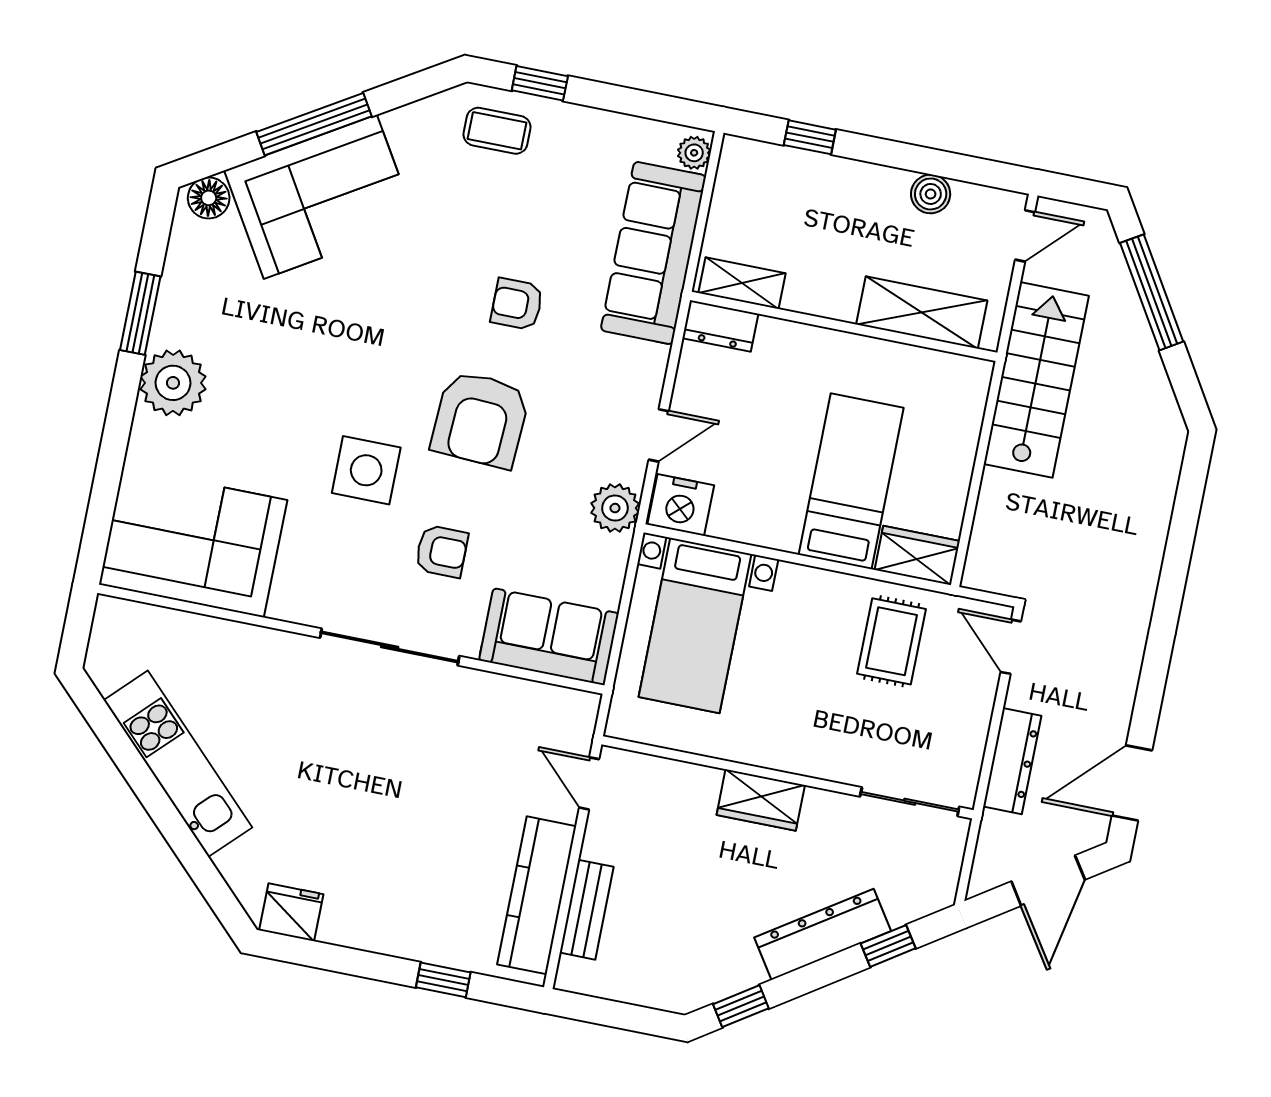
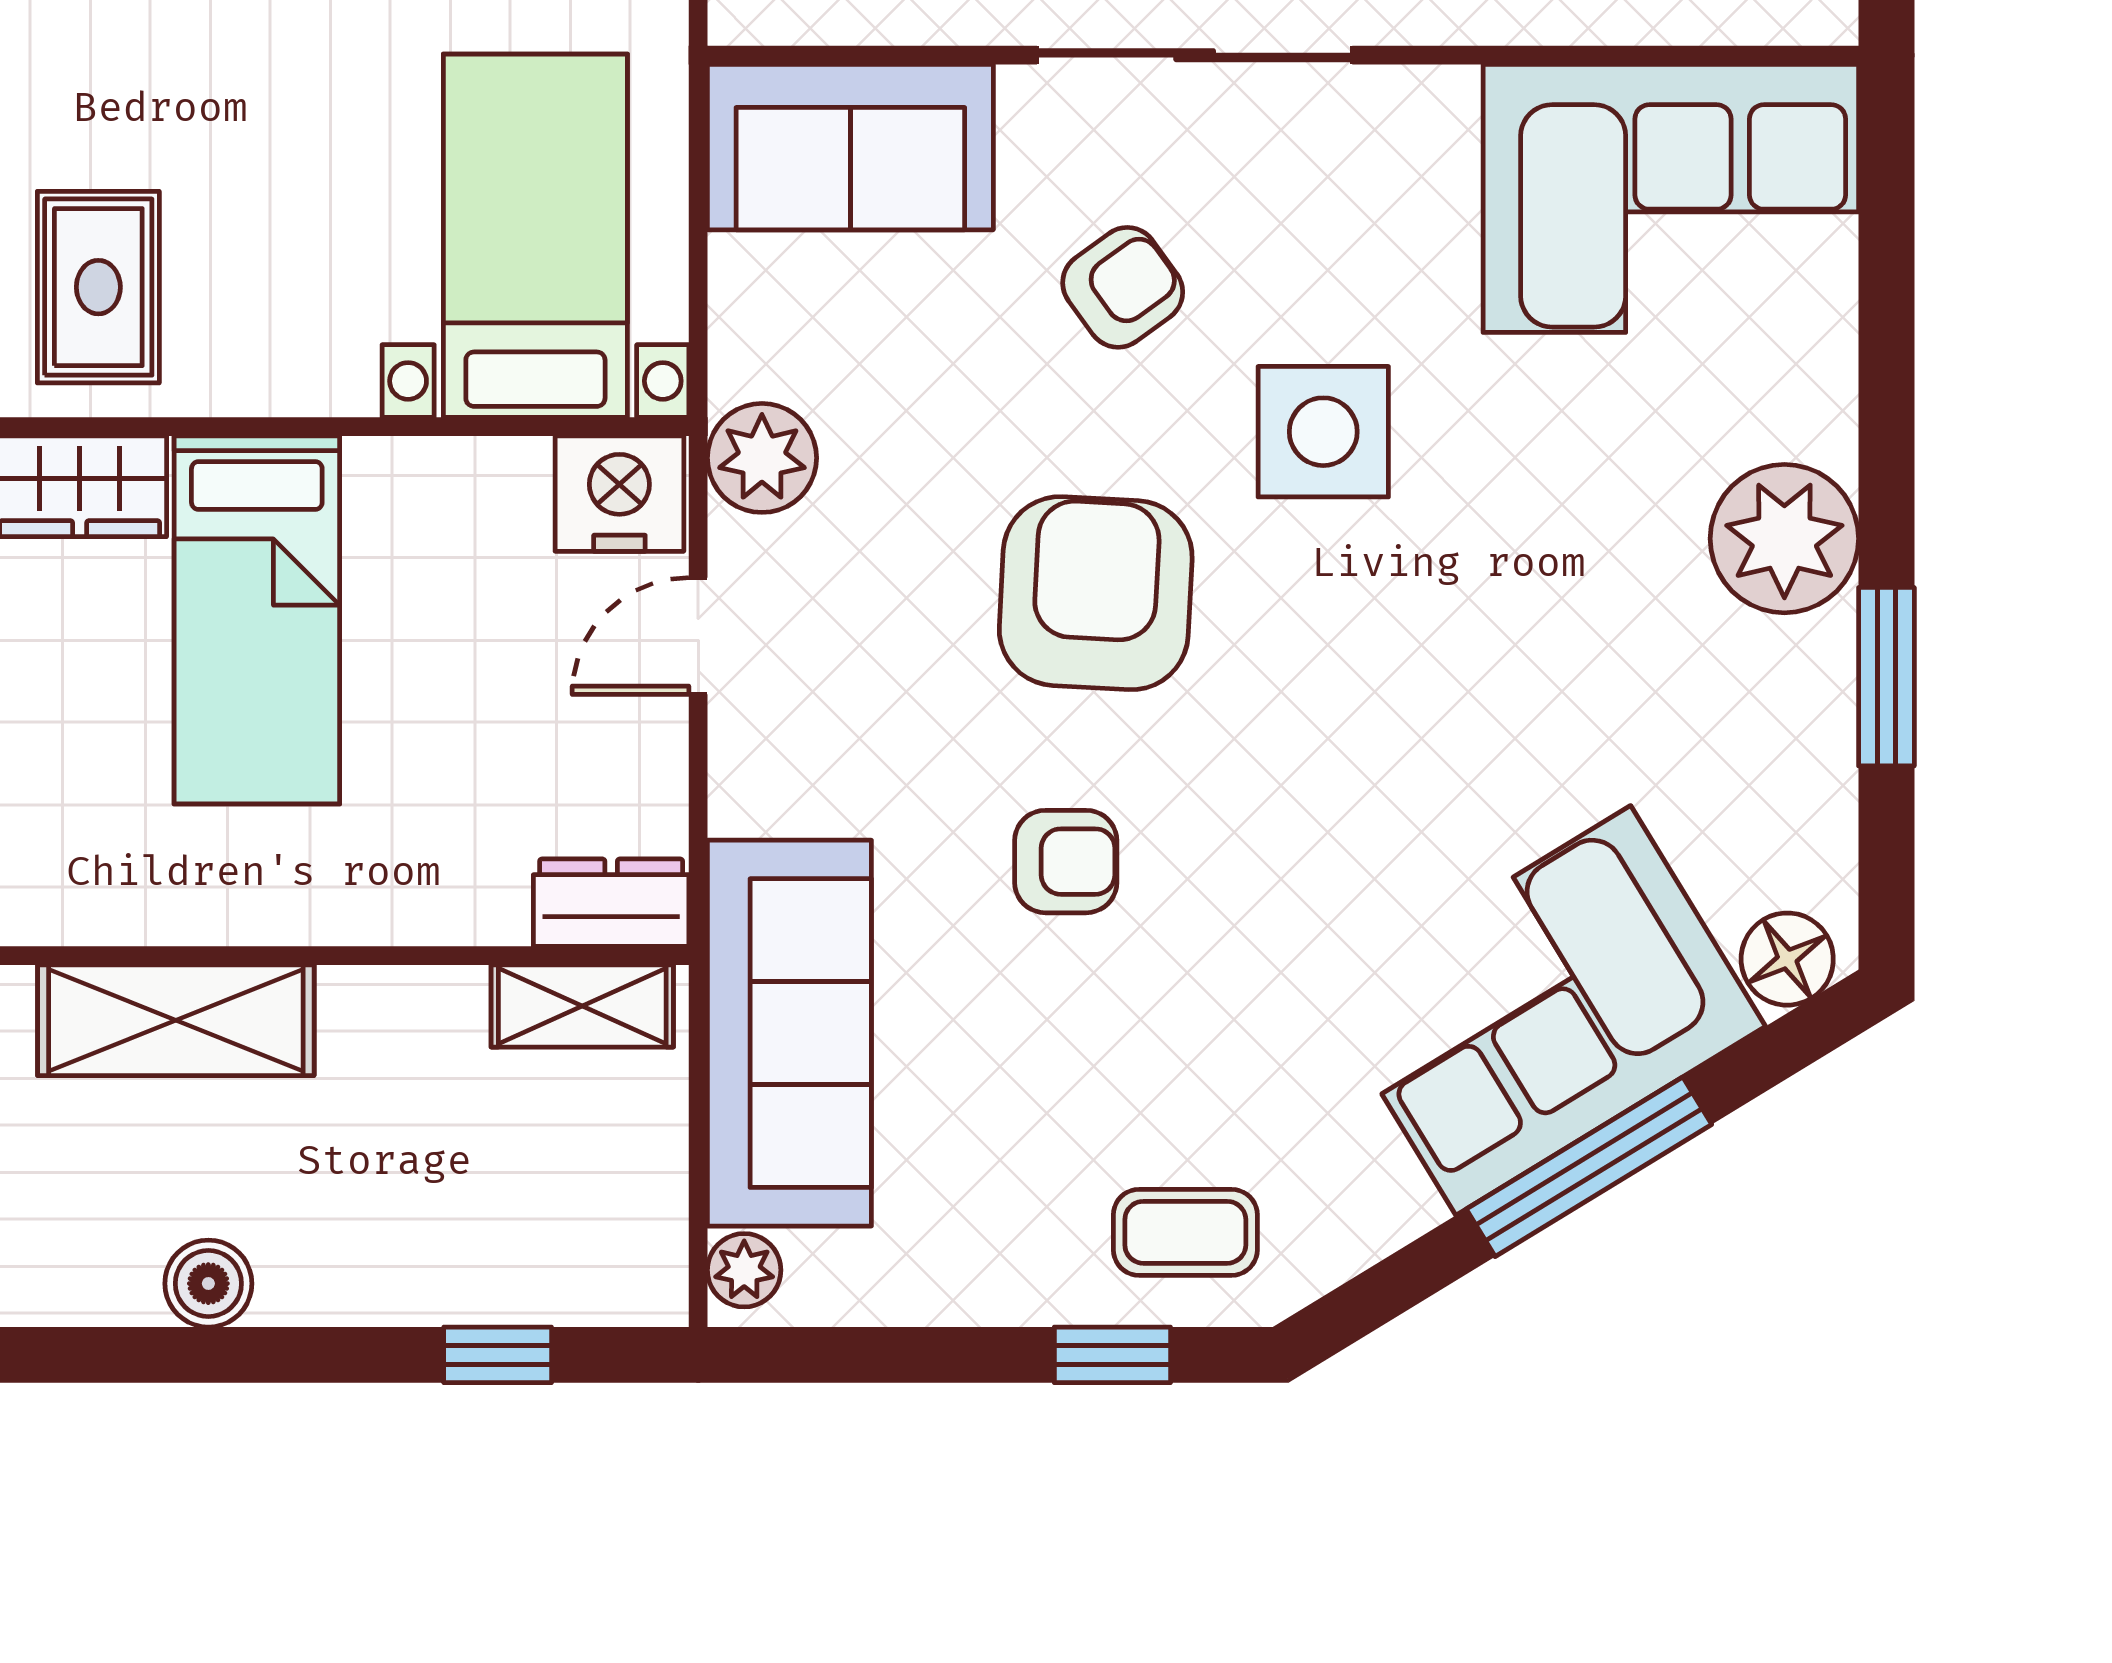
armchair: (442, 551) -> (1123, 287), turned 144

